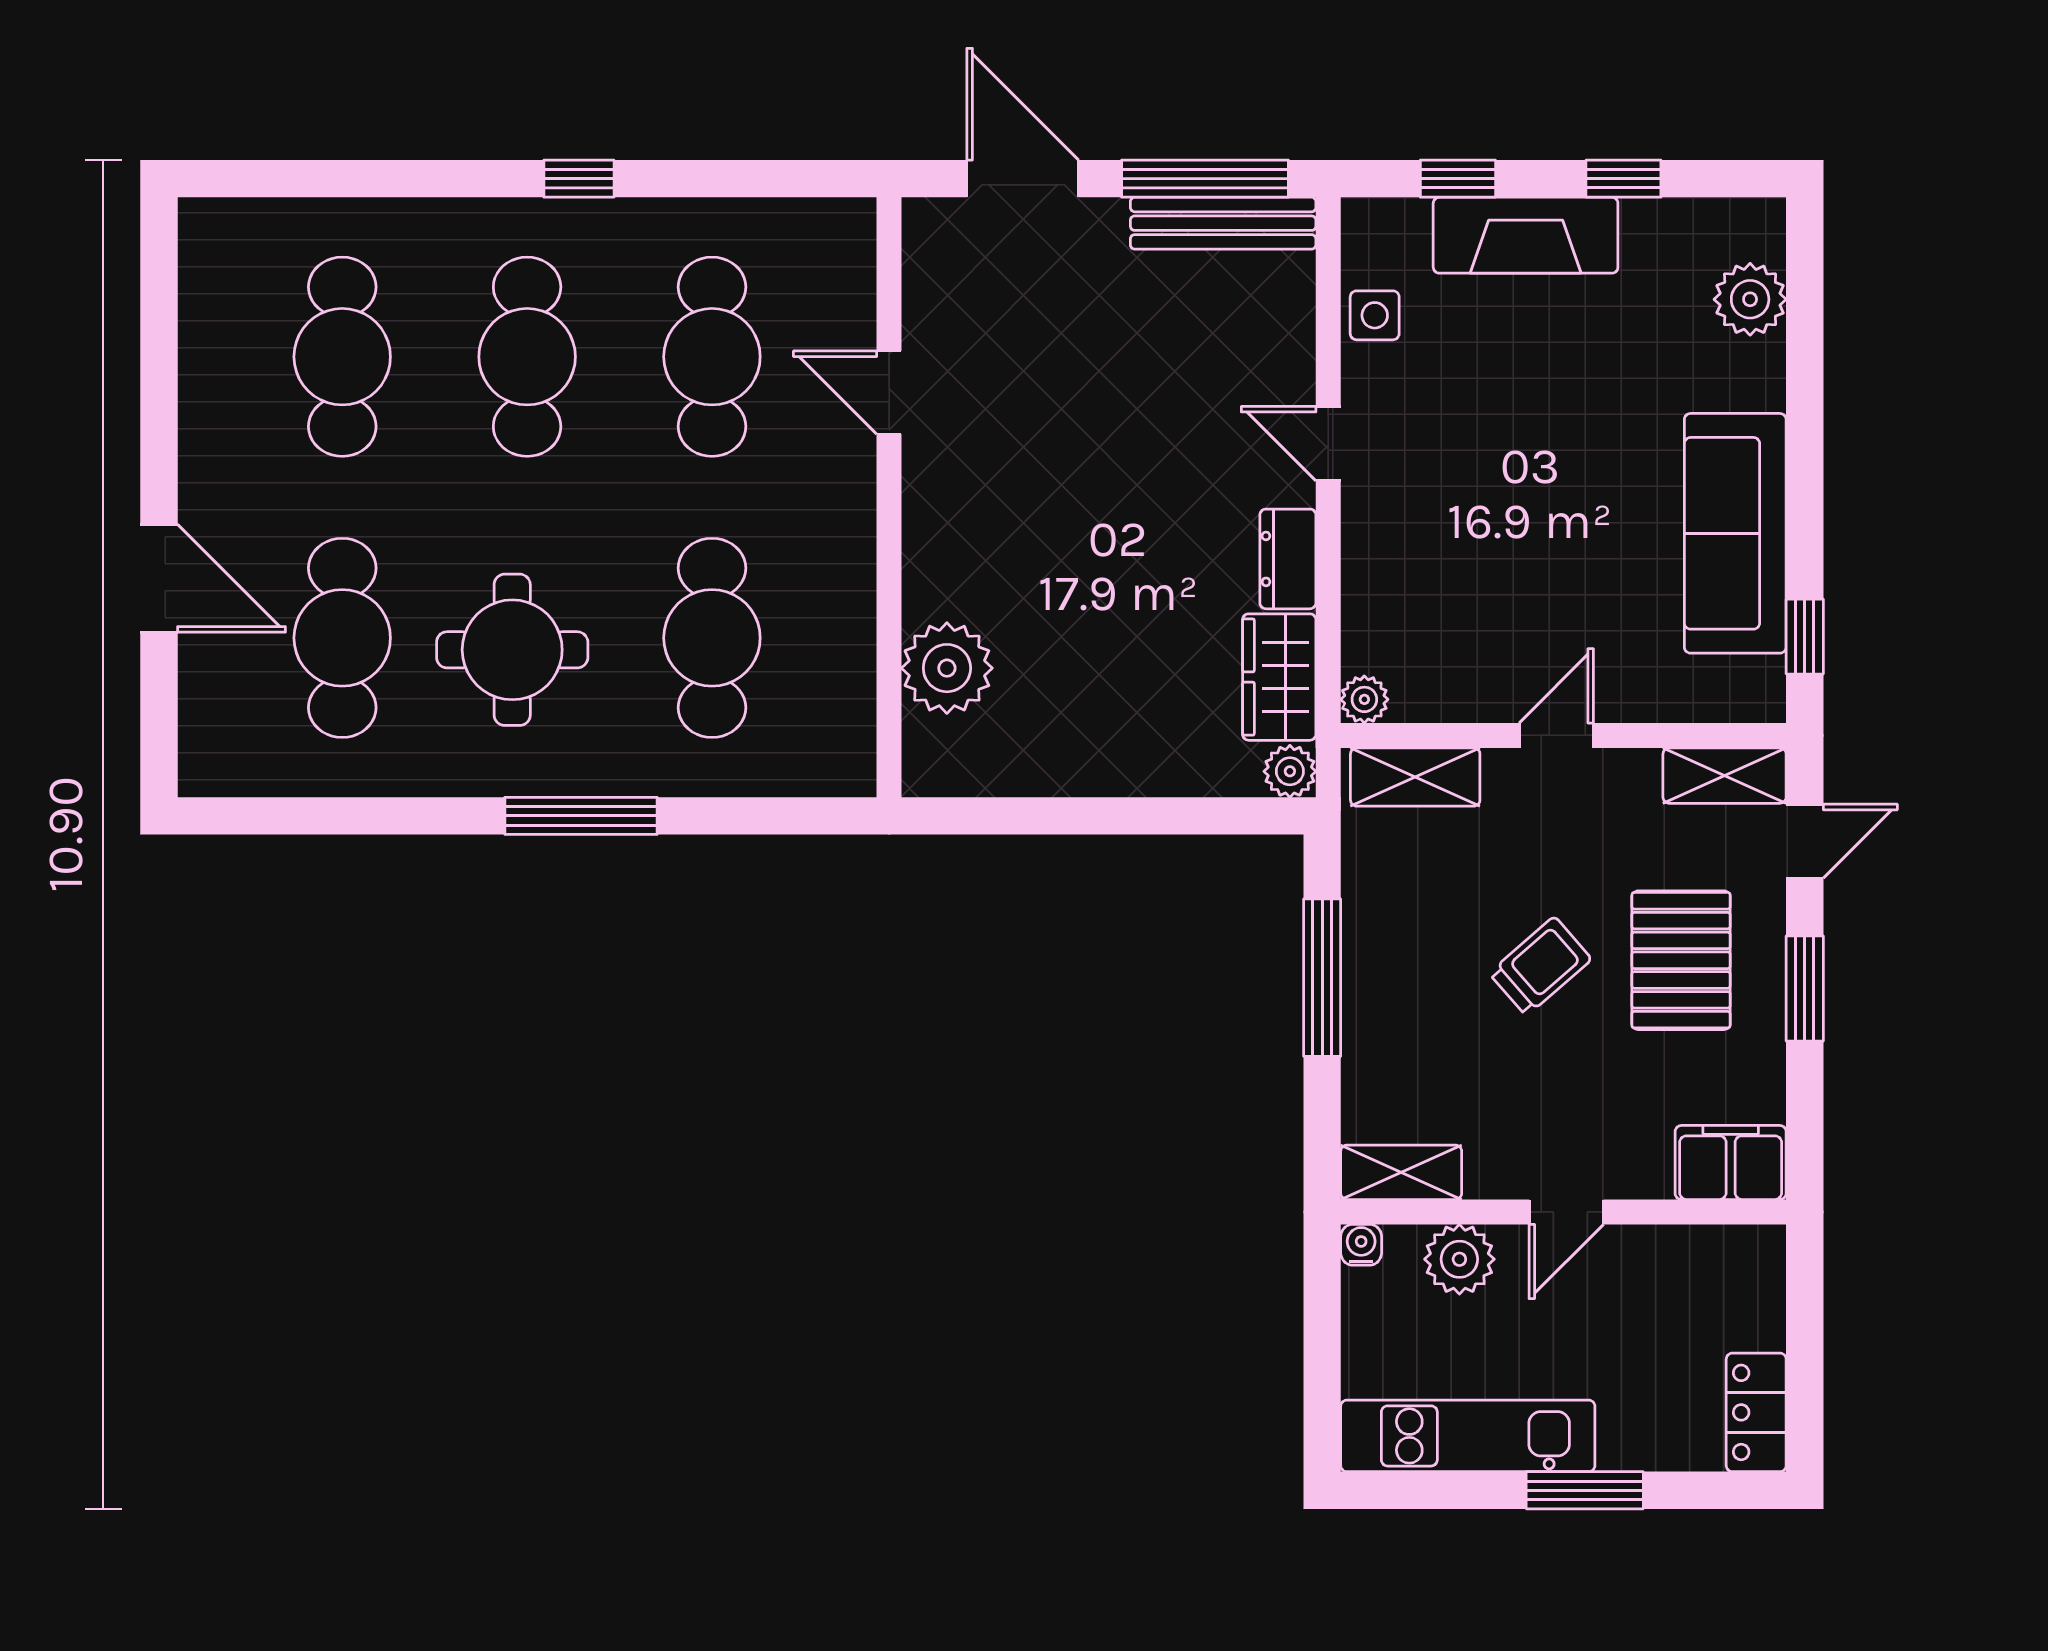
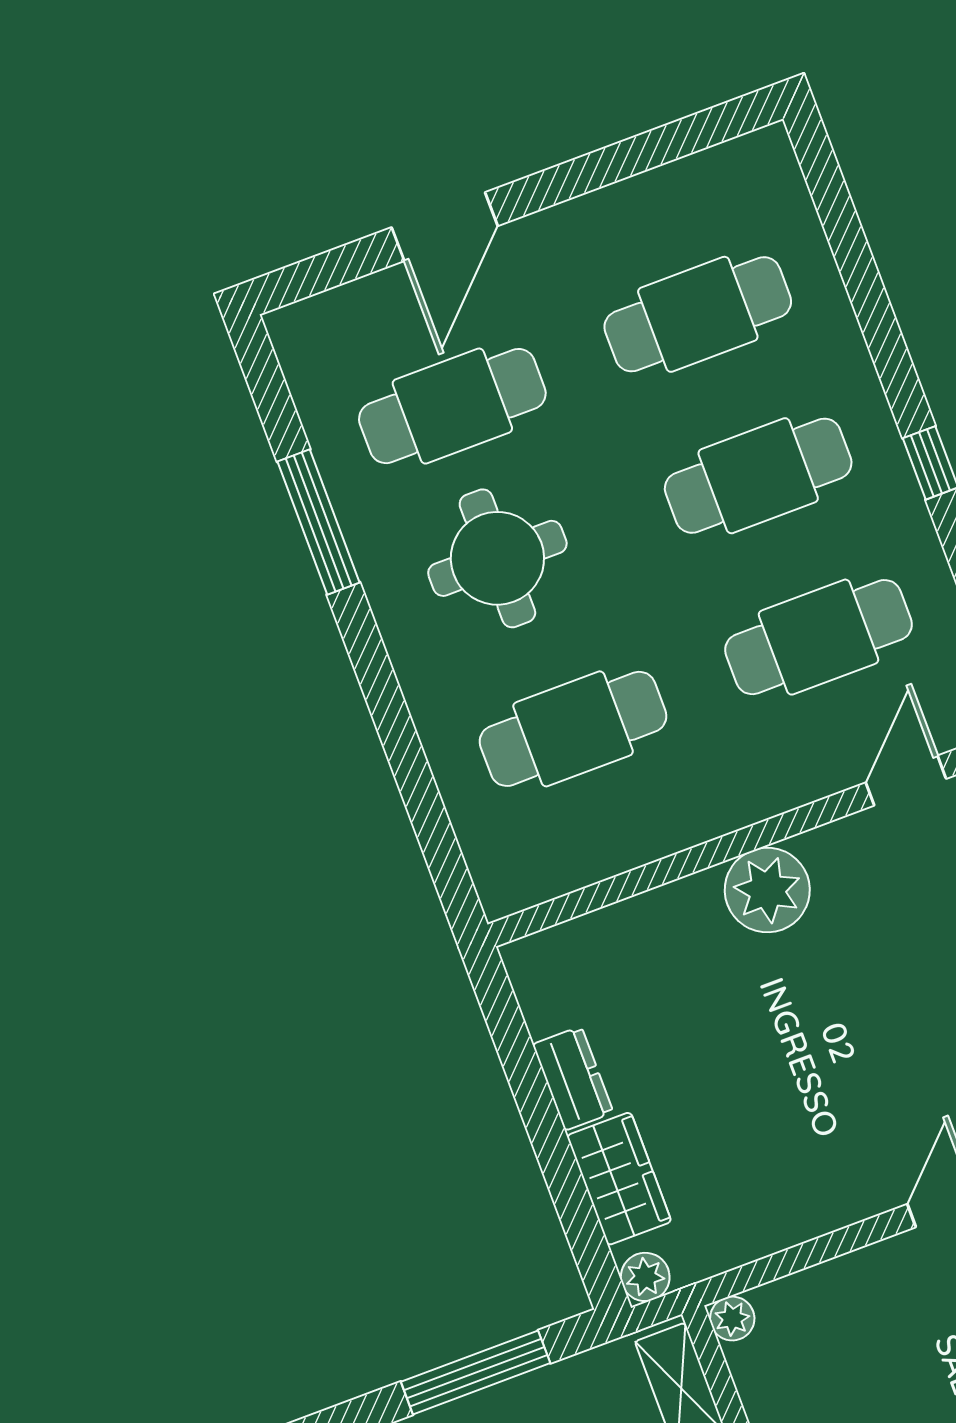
door: (889, 393) -> (906, 781), moved
dresser: (1288, 559) -> (573, 1078), moved, turned 90
plant: (947, 668) -> (767, 890), moved
wardrobe: (1279, 677) -> (619, 1179), moved, turned 90
window: (581, 816) -> (319, 522), moved

